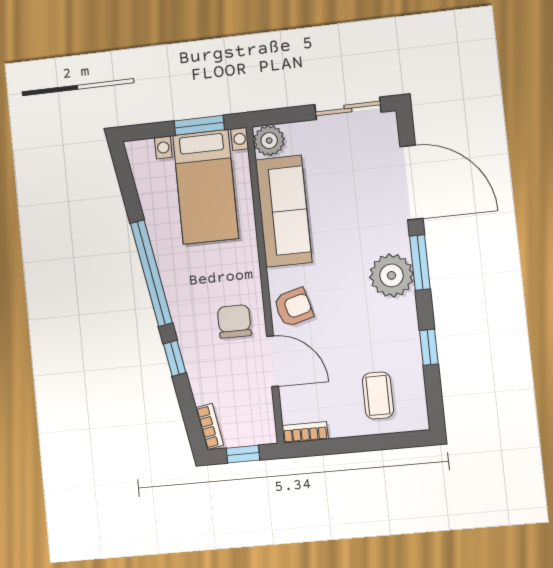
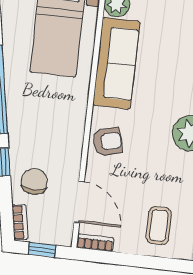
chair: (234, 321) -> (34, 182), moved
door: (273, 361) -> (79, 202), moved

